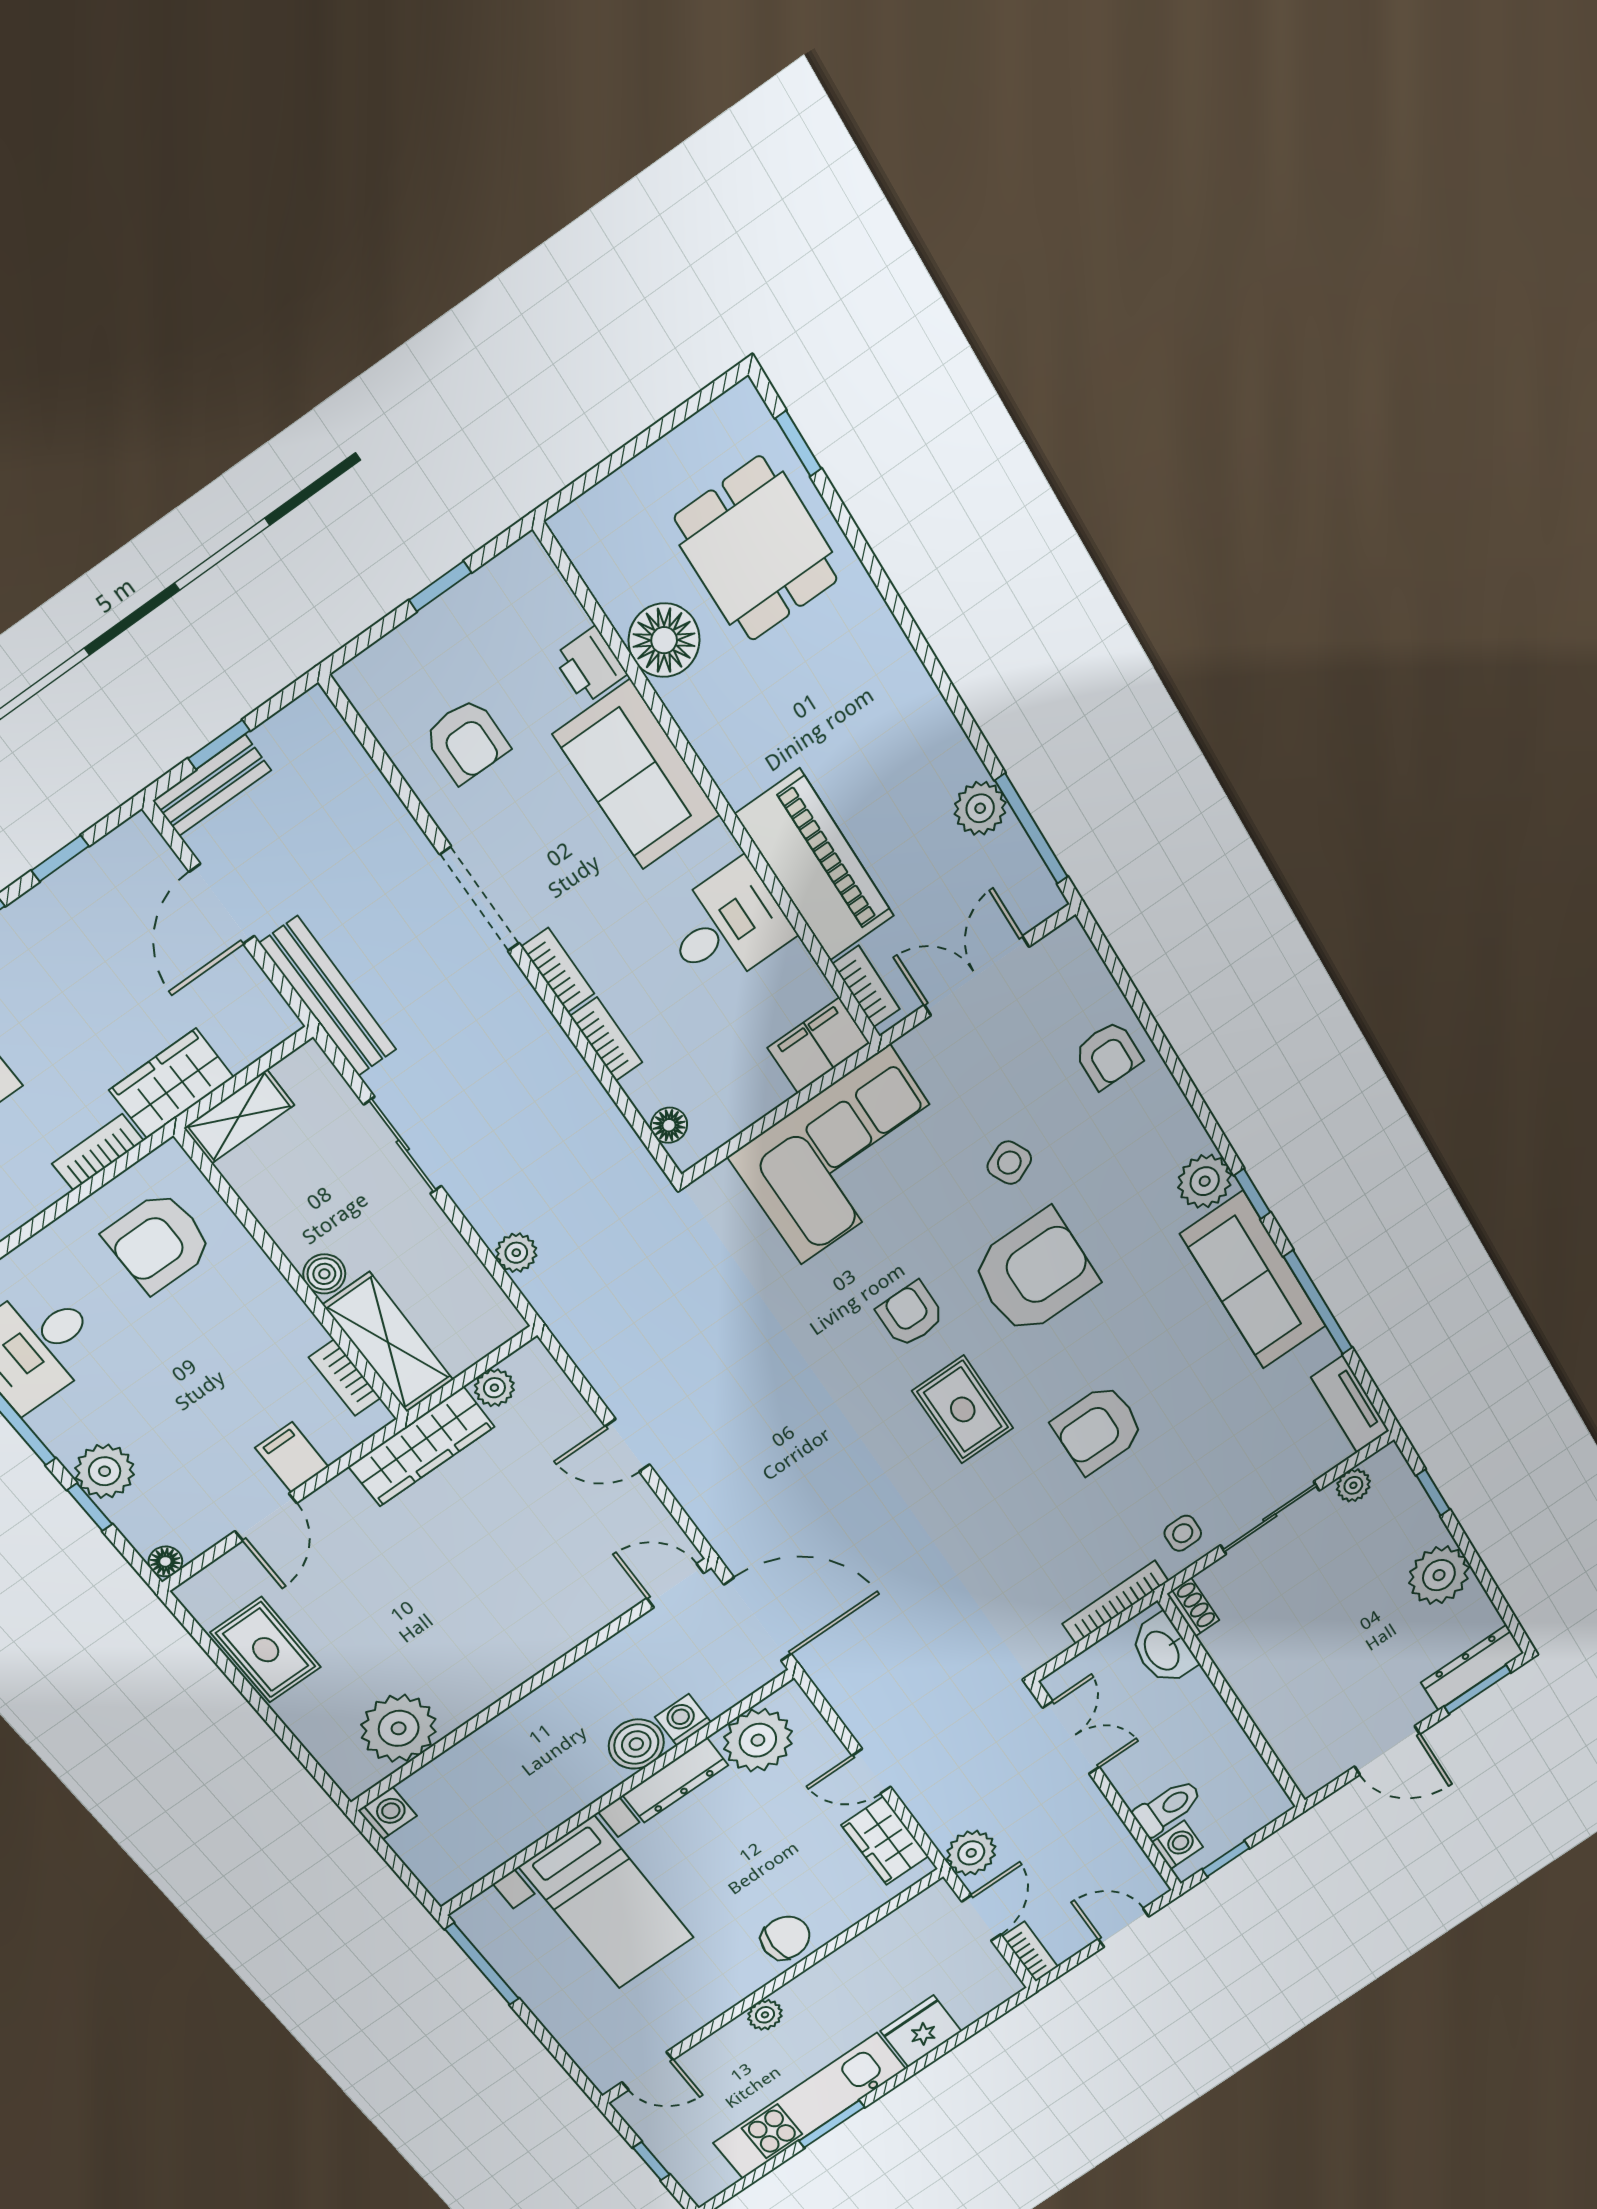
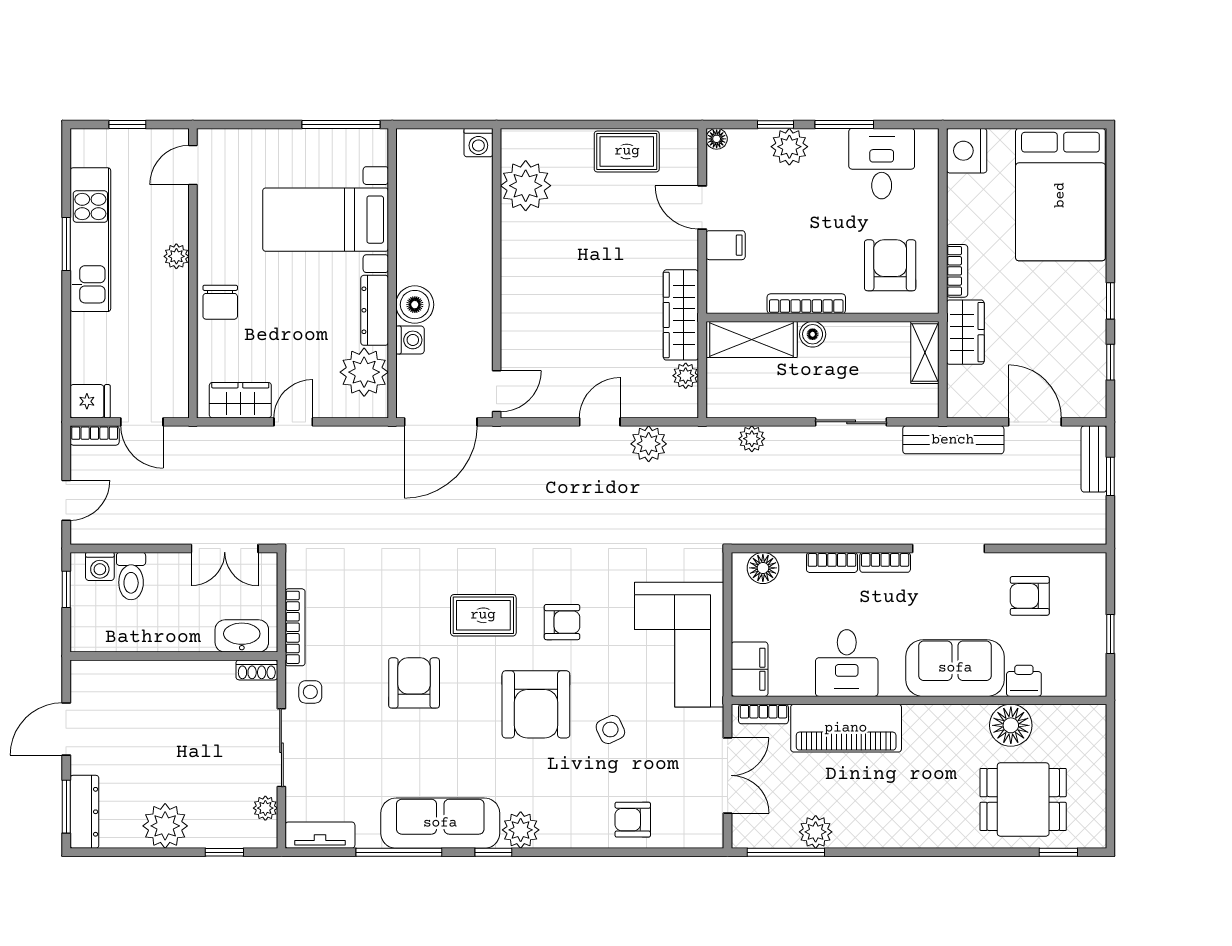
floor lamp: (669, 1125) -> (763, 568), width x1.37, depth x1.37
bookcase: (345, 1378) -> (806, 304), moved, width x1.56
plant: (971, 1853) -> (649, 444), moved
fridge: (921, 2031) -> (90, 401), moved, width x0.72

